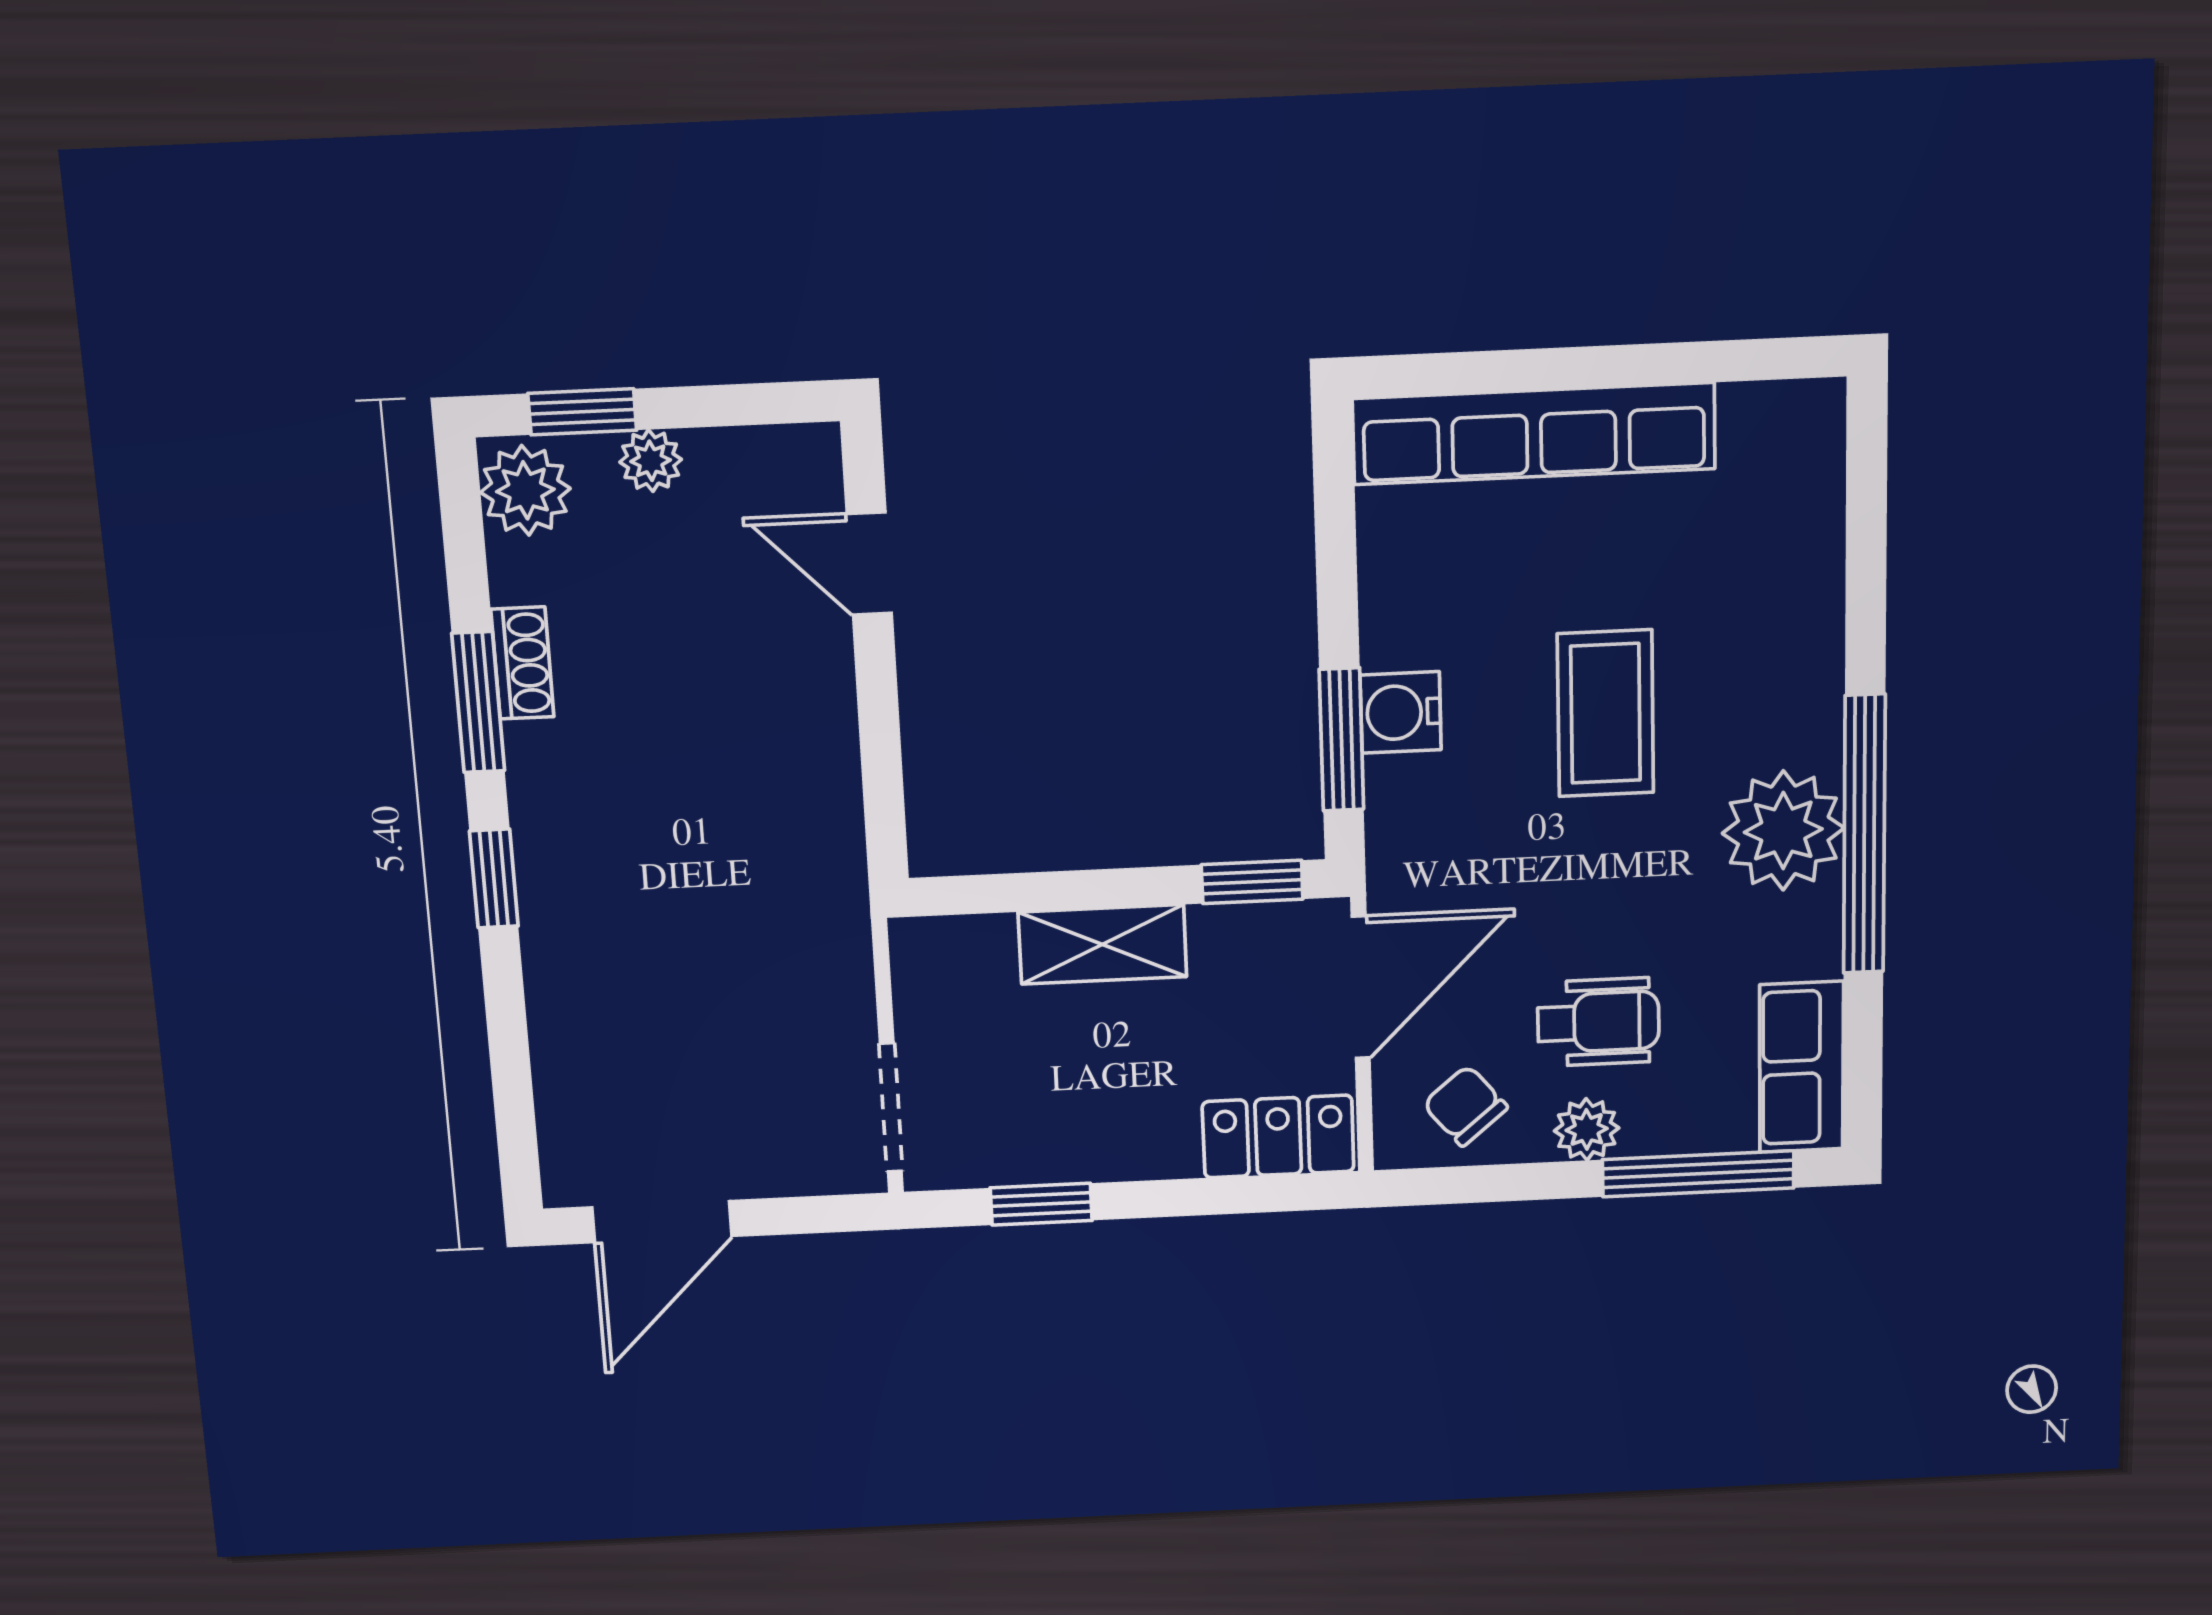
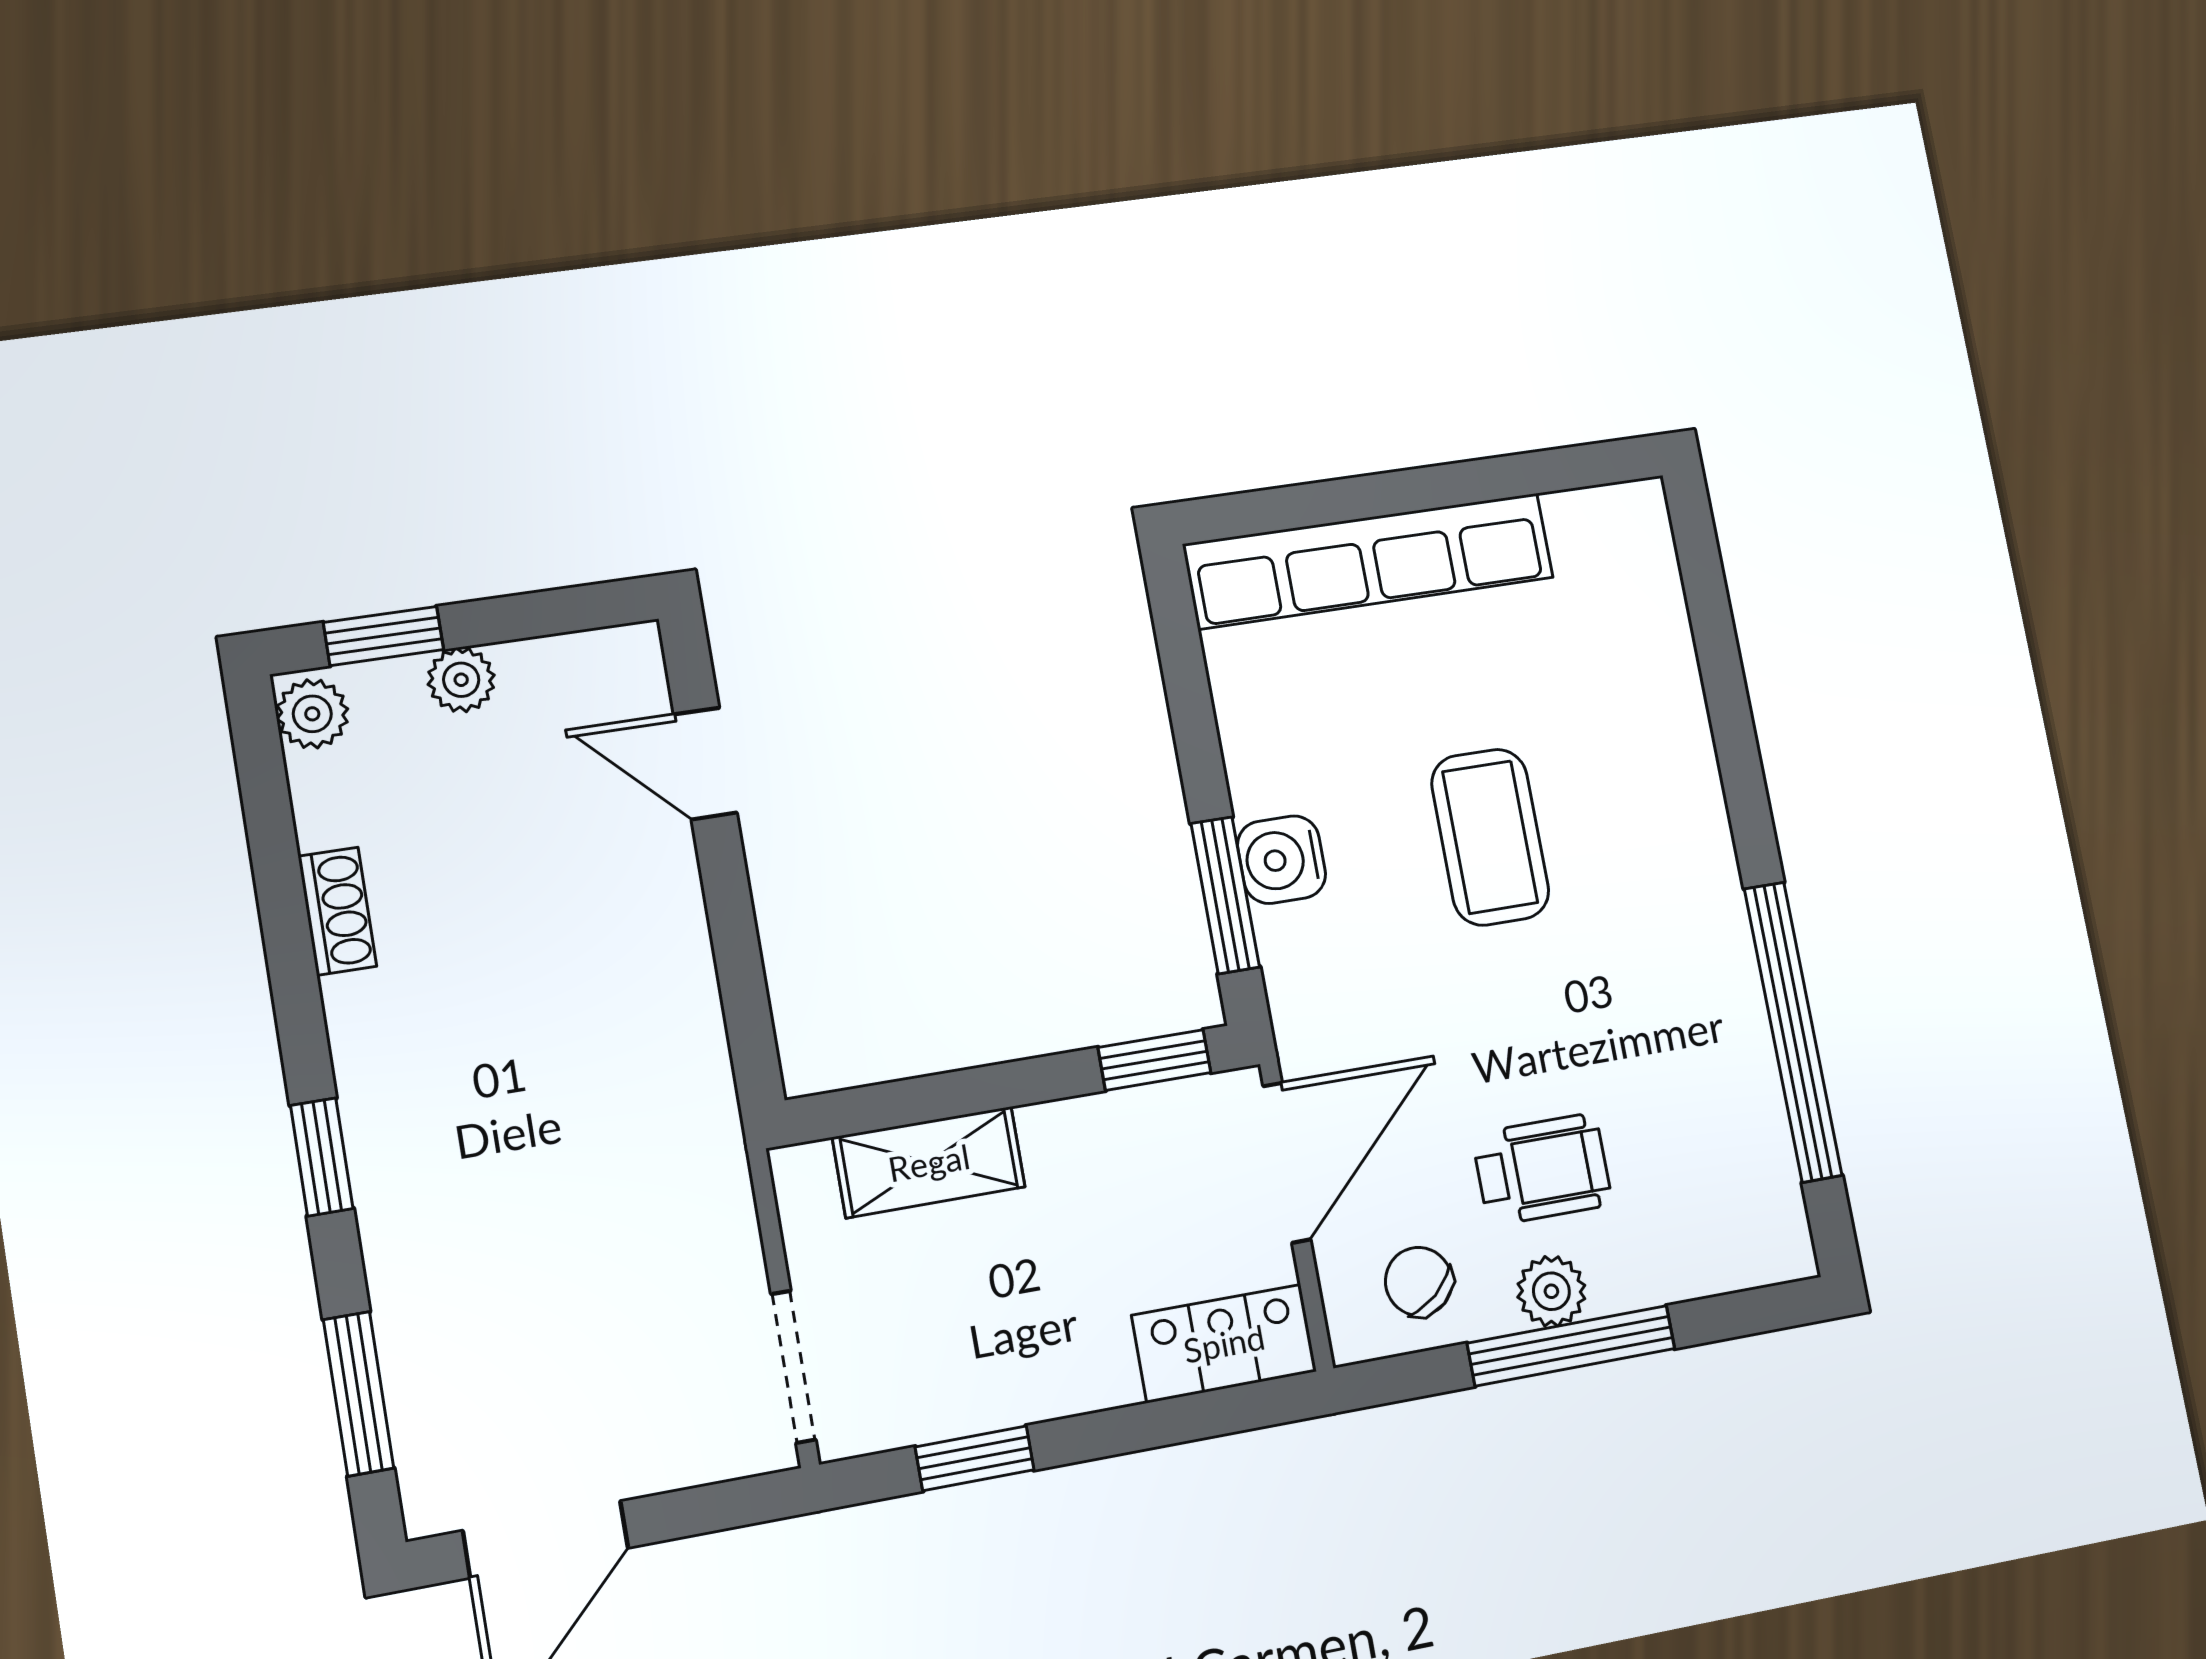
plant: (525, 490) -> (312, 714), width x0.73, depth x0.73
window: (478, 702) -> (359, 1394), moved
plant: (1783, 831) -> (1692, 939), removed
window: (1864, 835) -> (1793, 1032), moved
shelving: (1102, 944) -> (929, 1162), moved
row of seats: (1801, 1067) -> (1761, 1192), removed
window: (1698, 1174) -> (1571, 1346), moved

